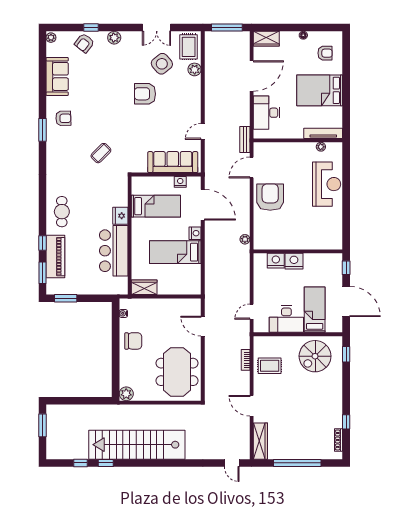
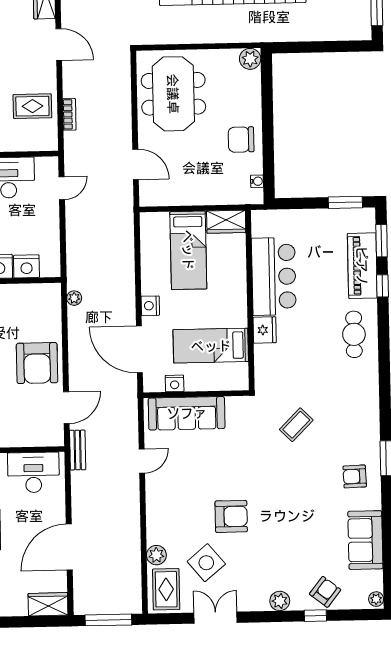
desk: (267, 113) -> (33, 472), moved, turned -90
bed: (175, 252) -> (188, 250), moved, turned 90

